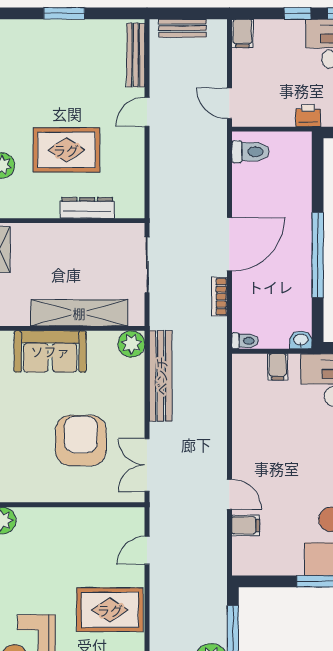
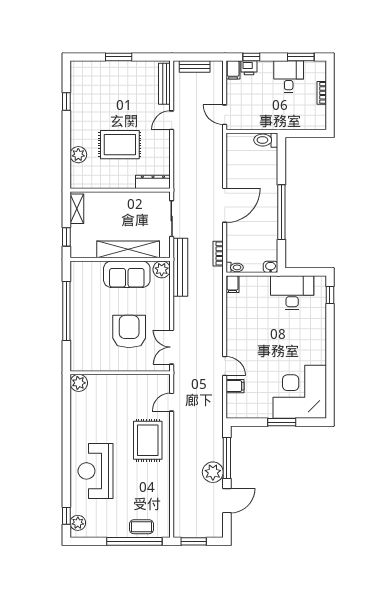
window: (297, 13) -> (251, 57), moved
printer: (308, 116) -> (249, 68), moved, turned 180
toilet: (250, 152) -> (266, 140), moved, turned 180
dresser: (87, 208) -> (153, 182), moved
bookcase: (219, 297) -> (218, 254), moved
sofa: (50, 351) -> (127, 274), moved
filing cabinet: (278, 367) -> (233, 284), moved
bench: (161, 376) -> (180, 267), moved
rug: (110, 610) -> (148, 440), turned 90

